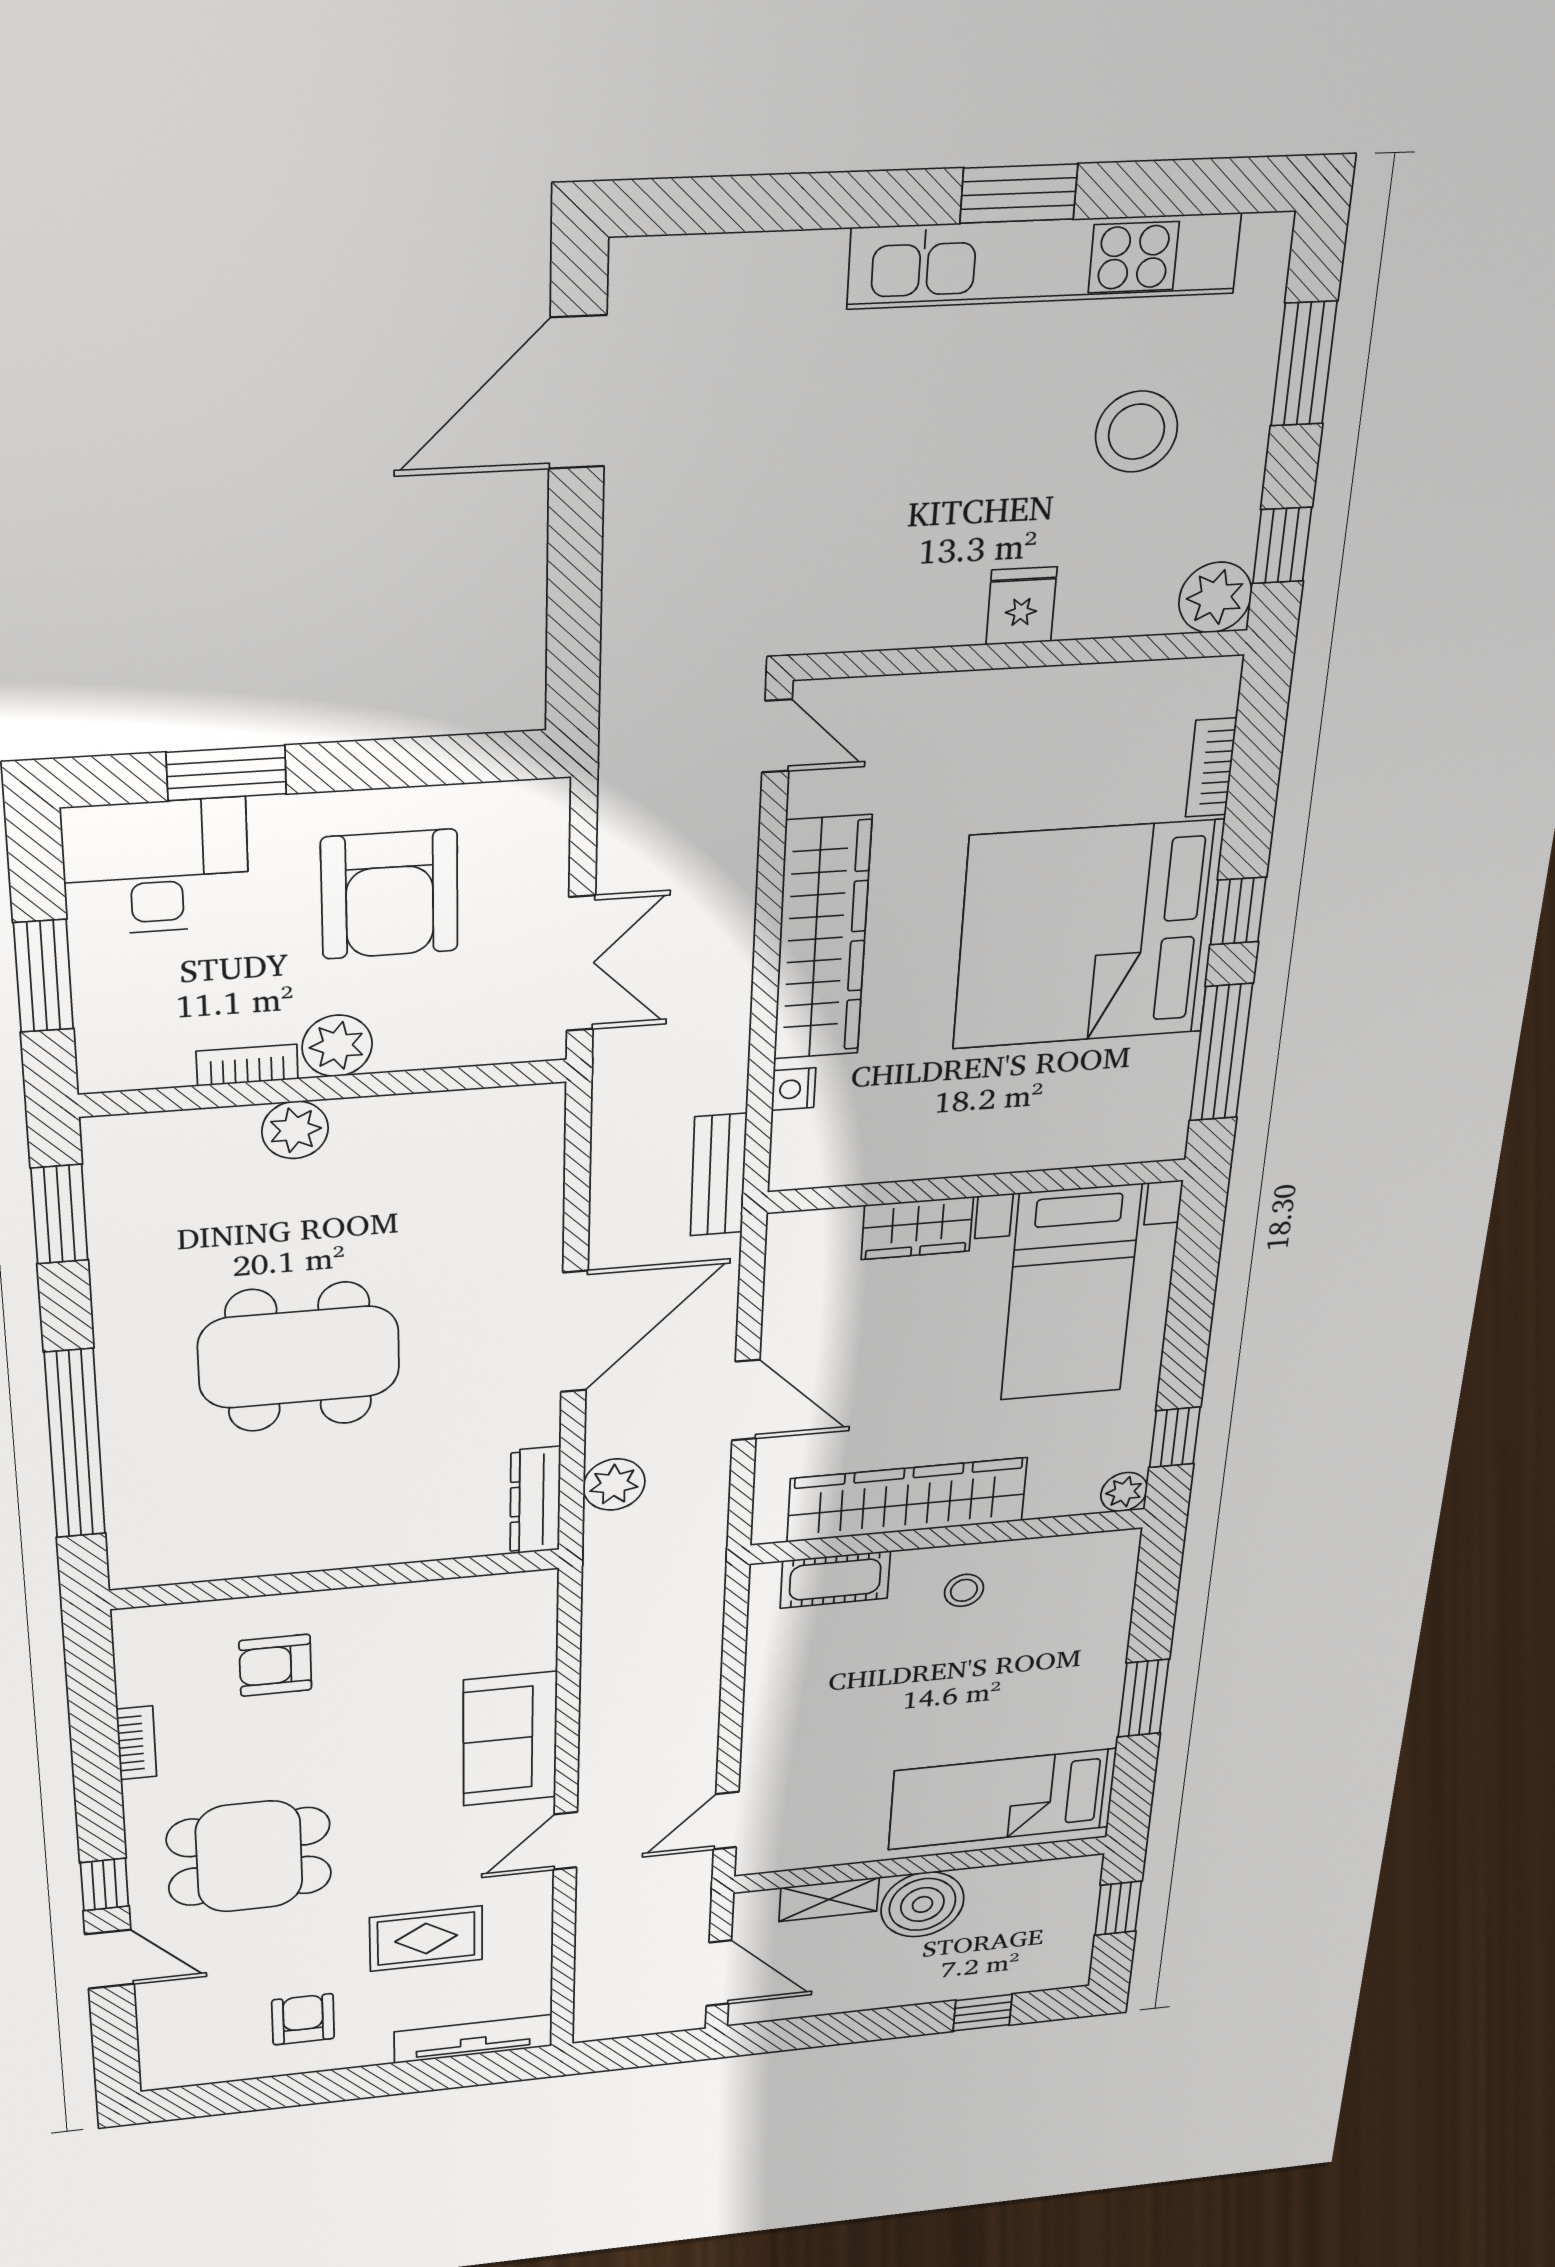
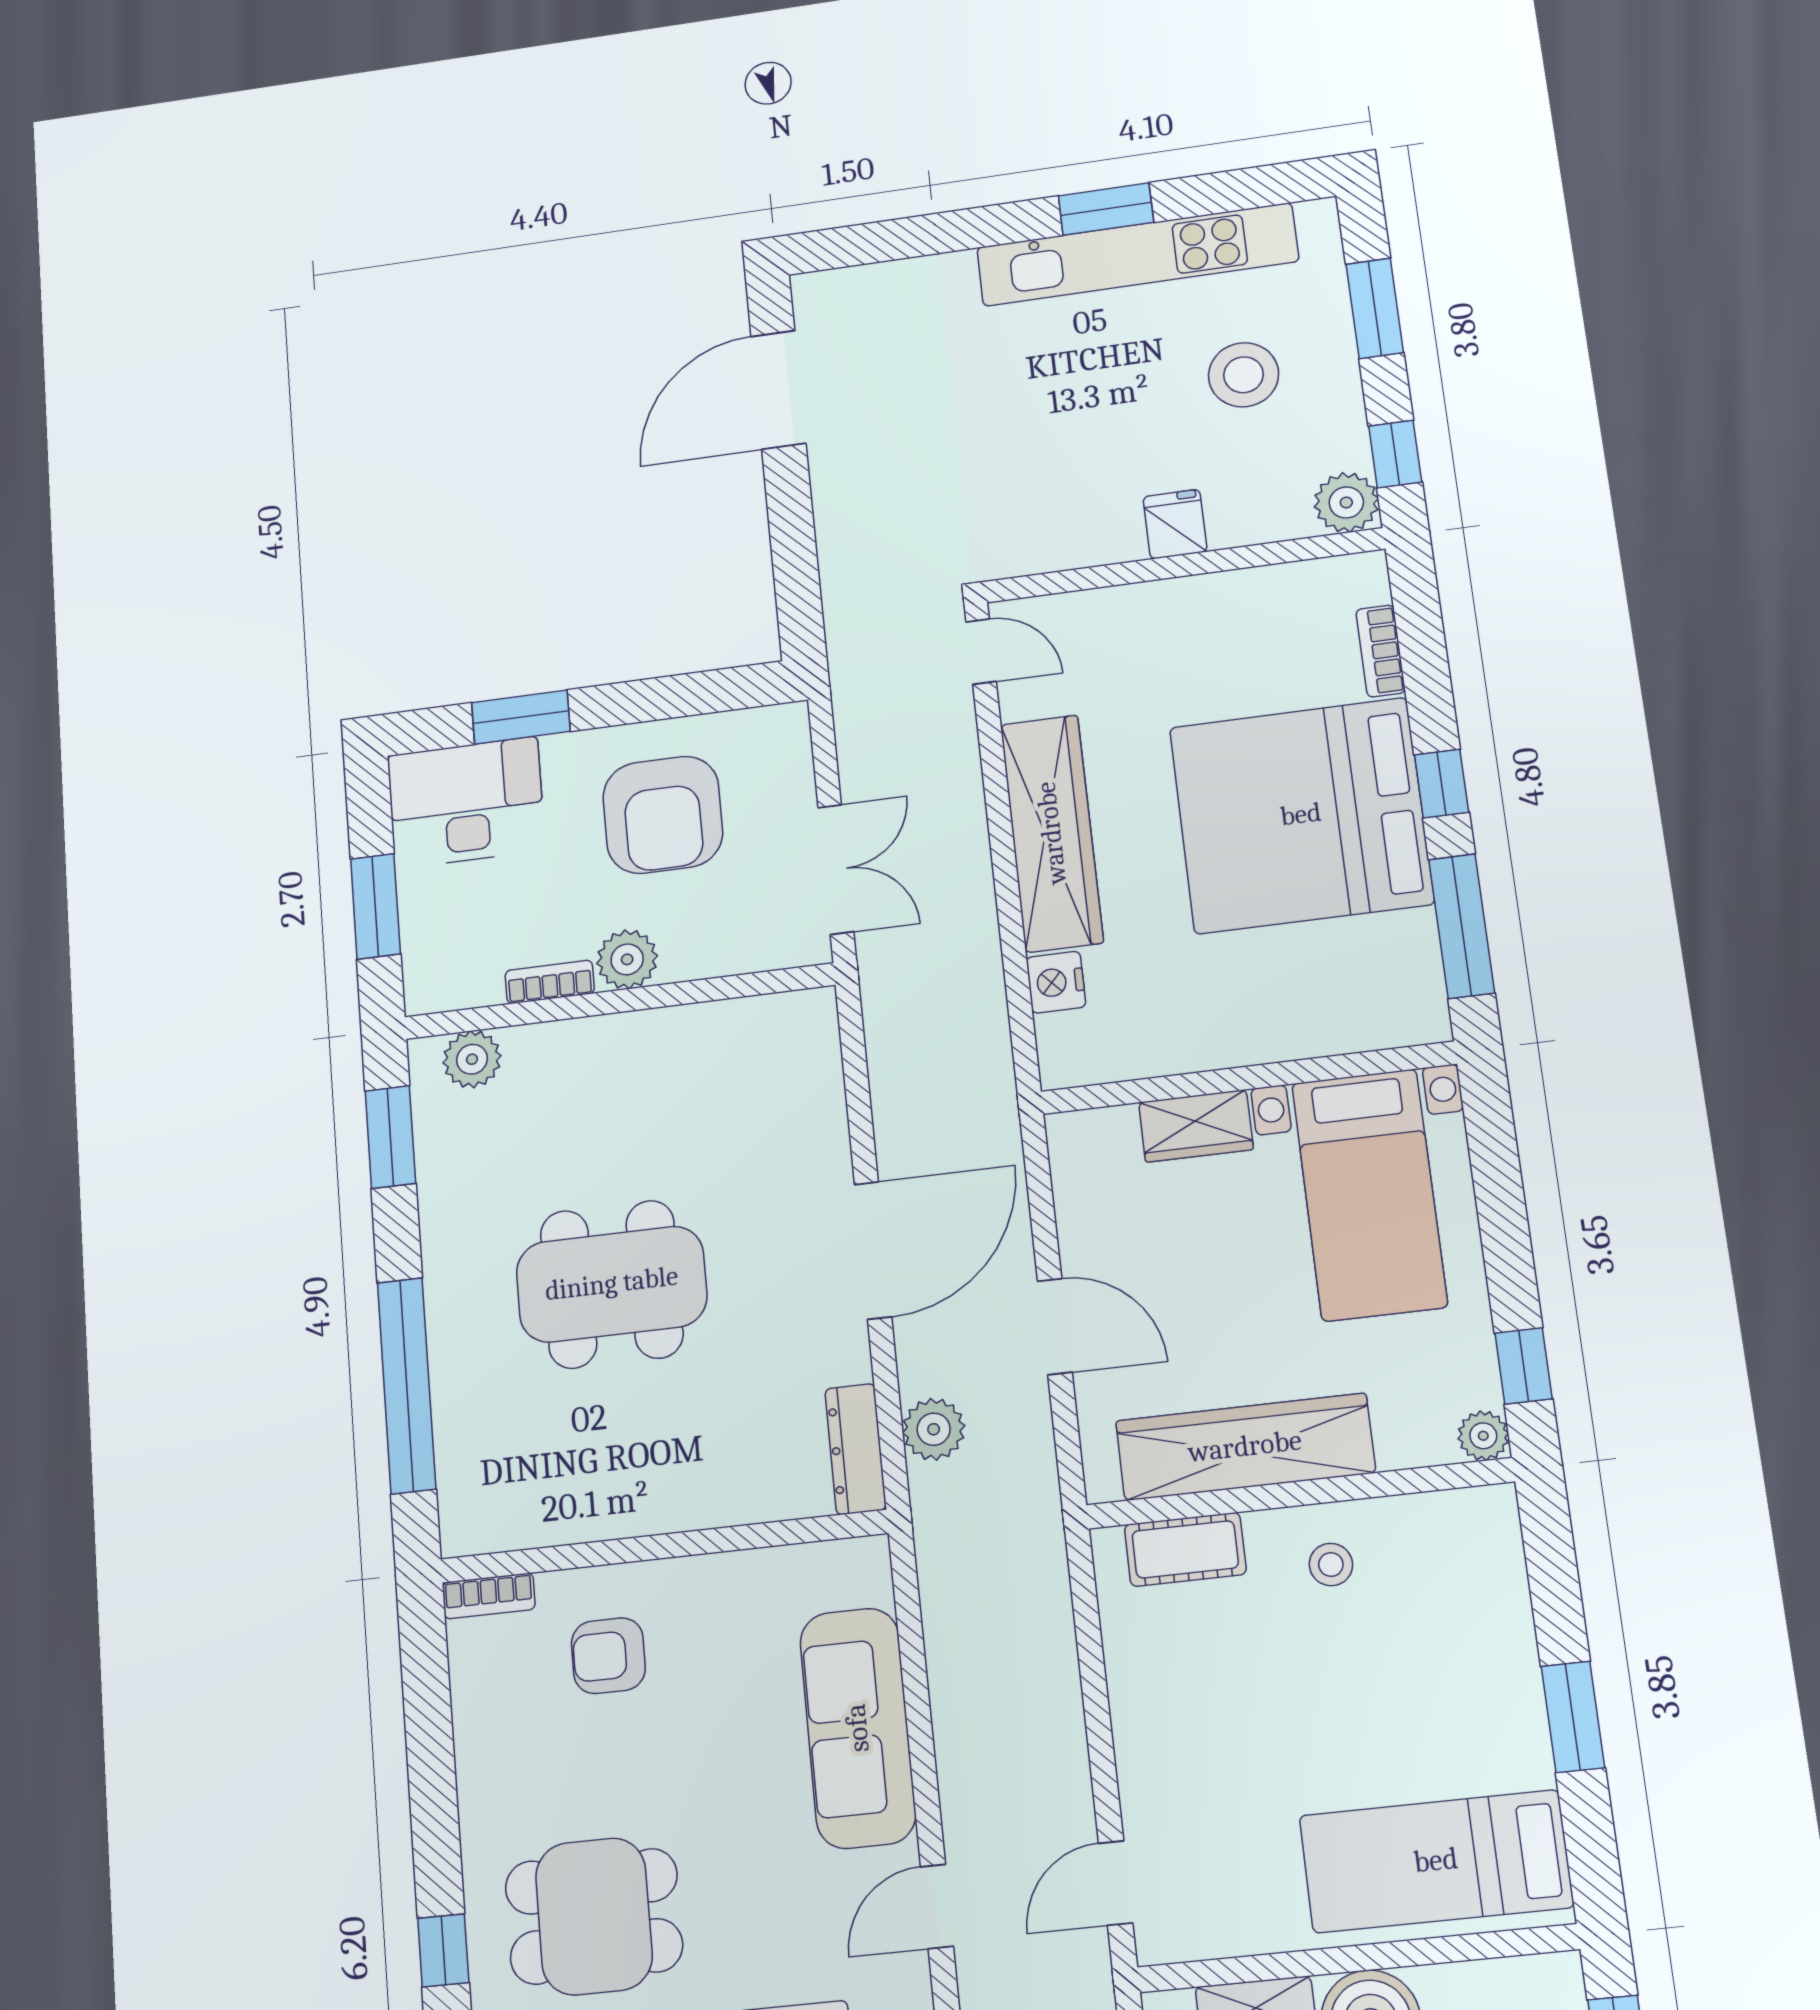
nightstand: (793, 1089) -> (1056, 982), width x1.39, depth x1.35
plant: (295, 1130) -> (472, 1059), moved
bench: (719, 1175) -> (991, 1075), removed
sofa: (510, 1739) -> (858, 1728), width x1.36
bookcase: (136, 1743) -> (489, 1596), moved, turned 90

